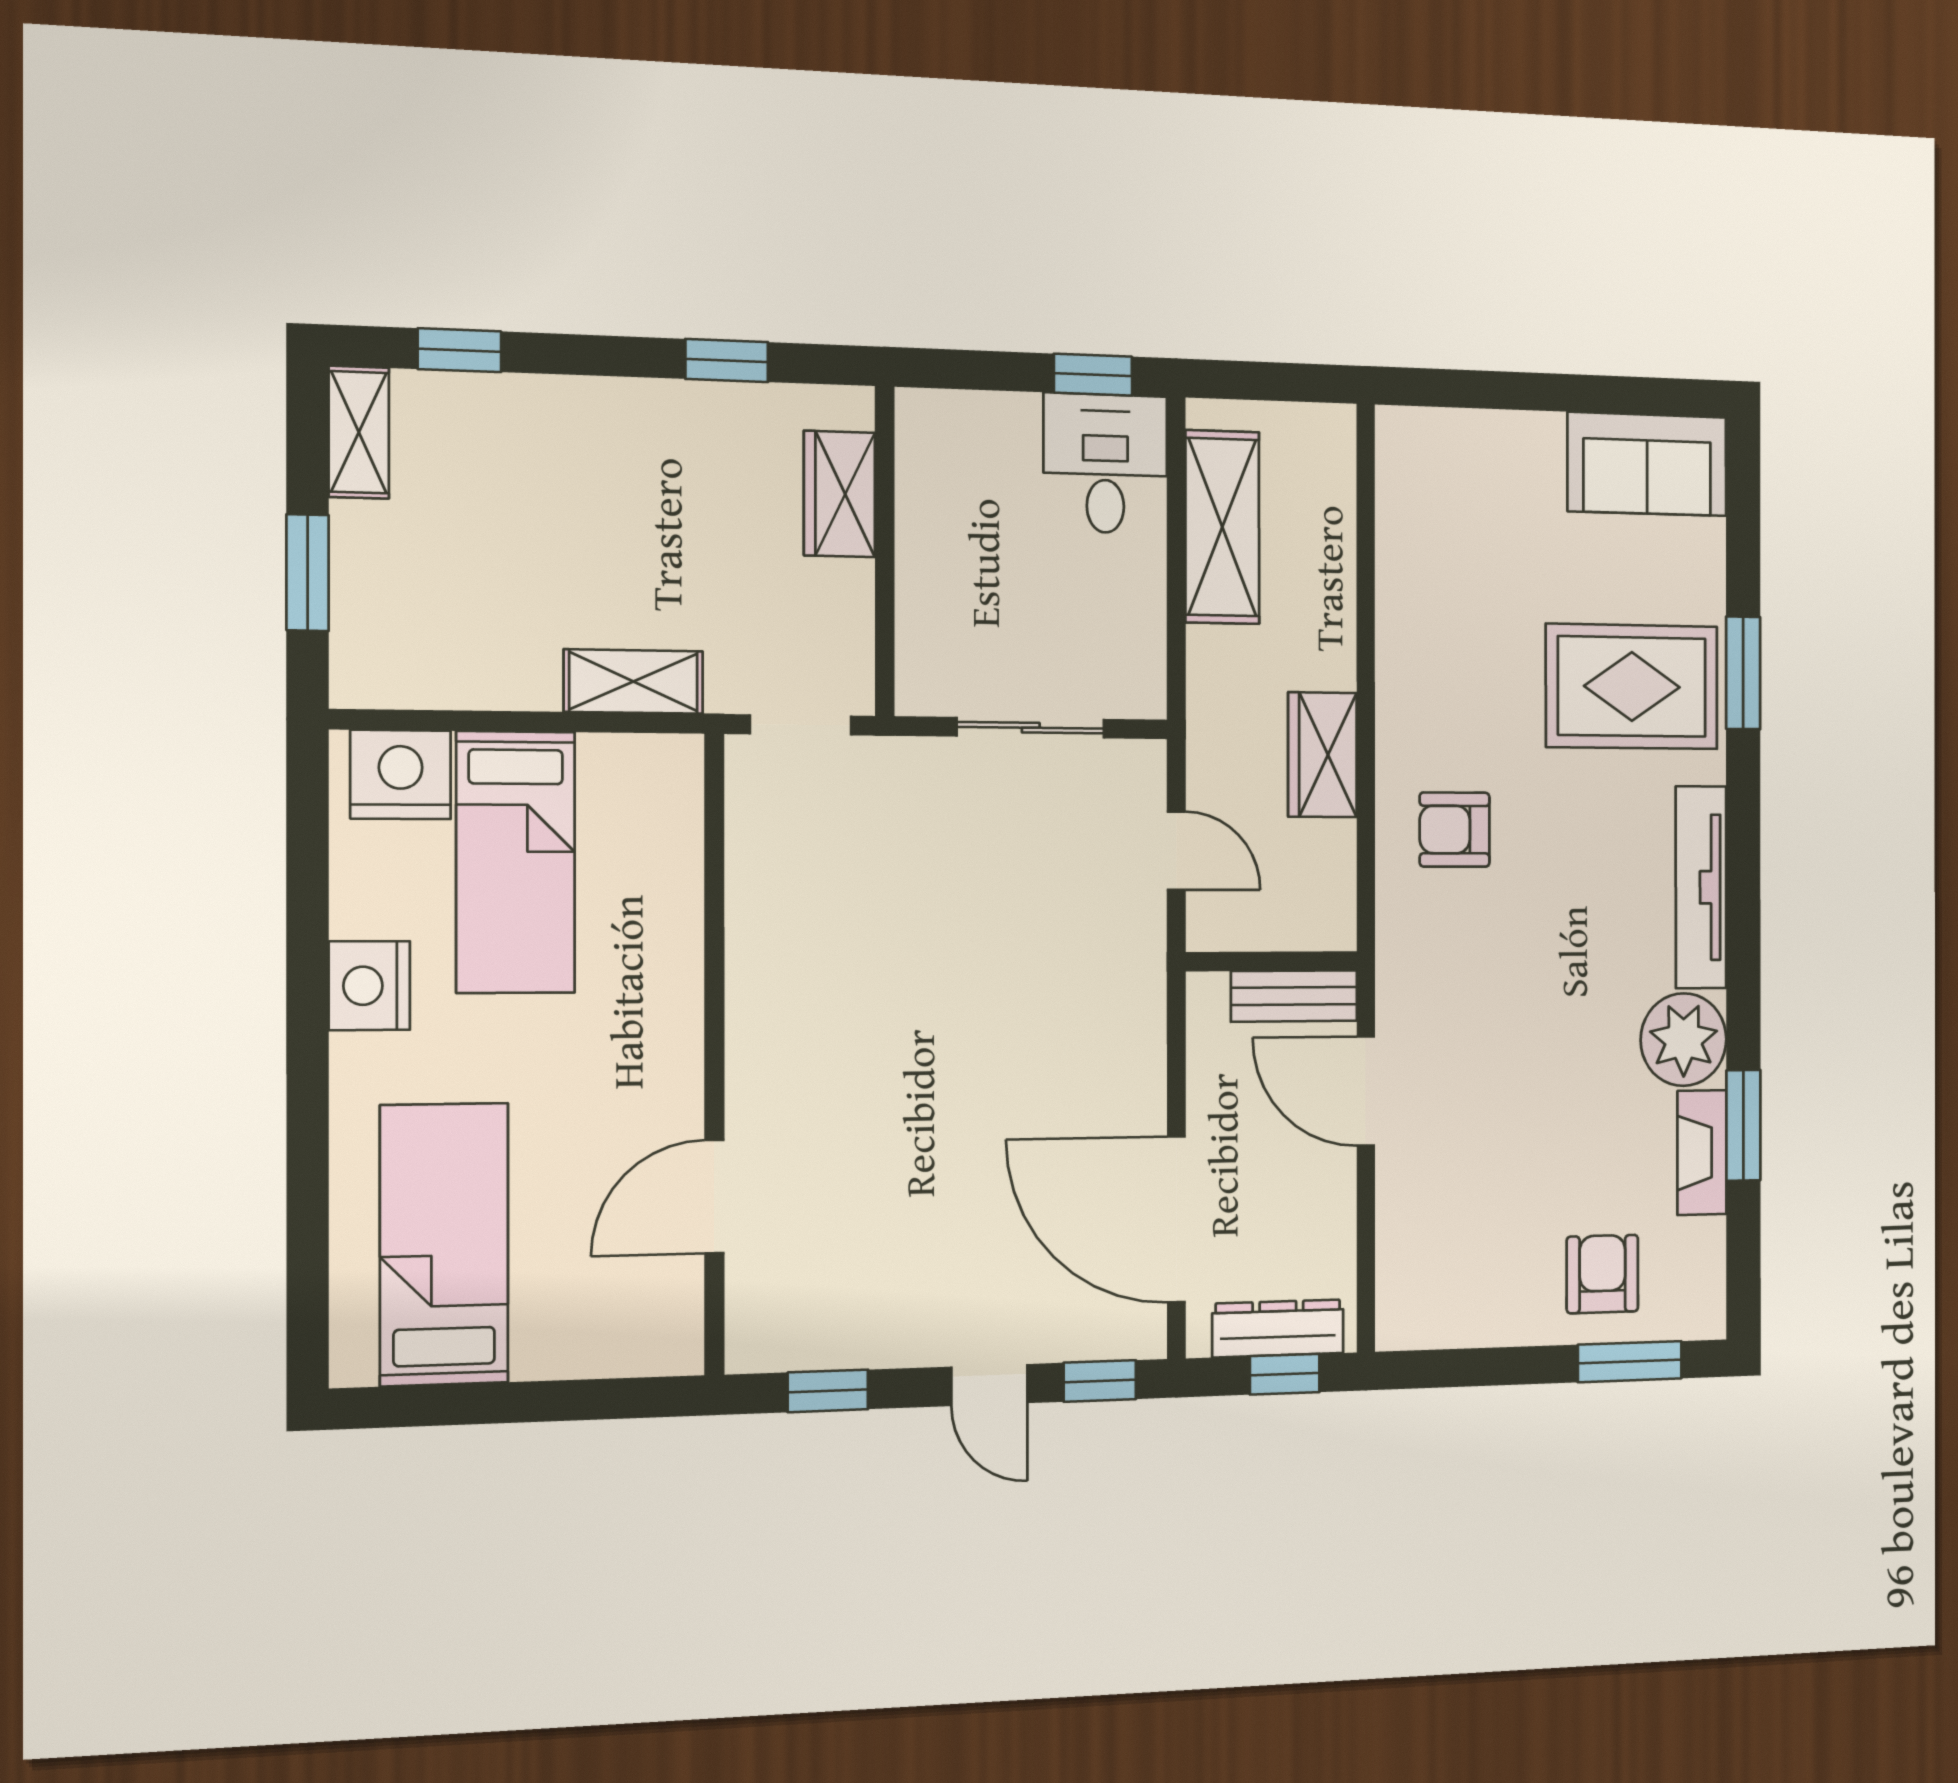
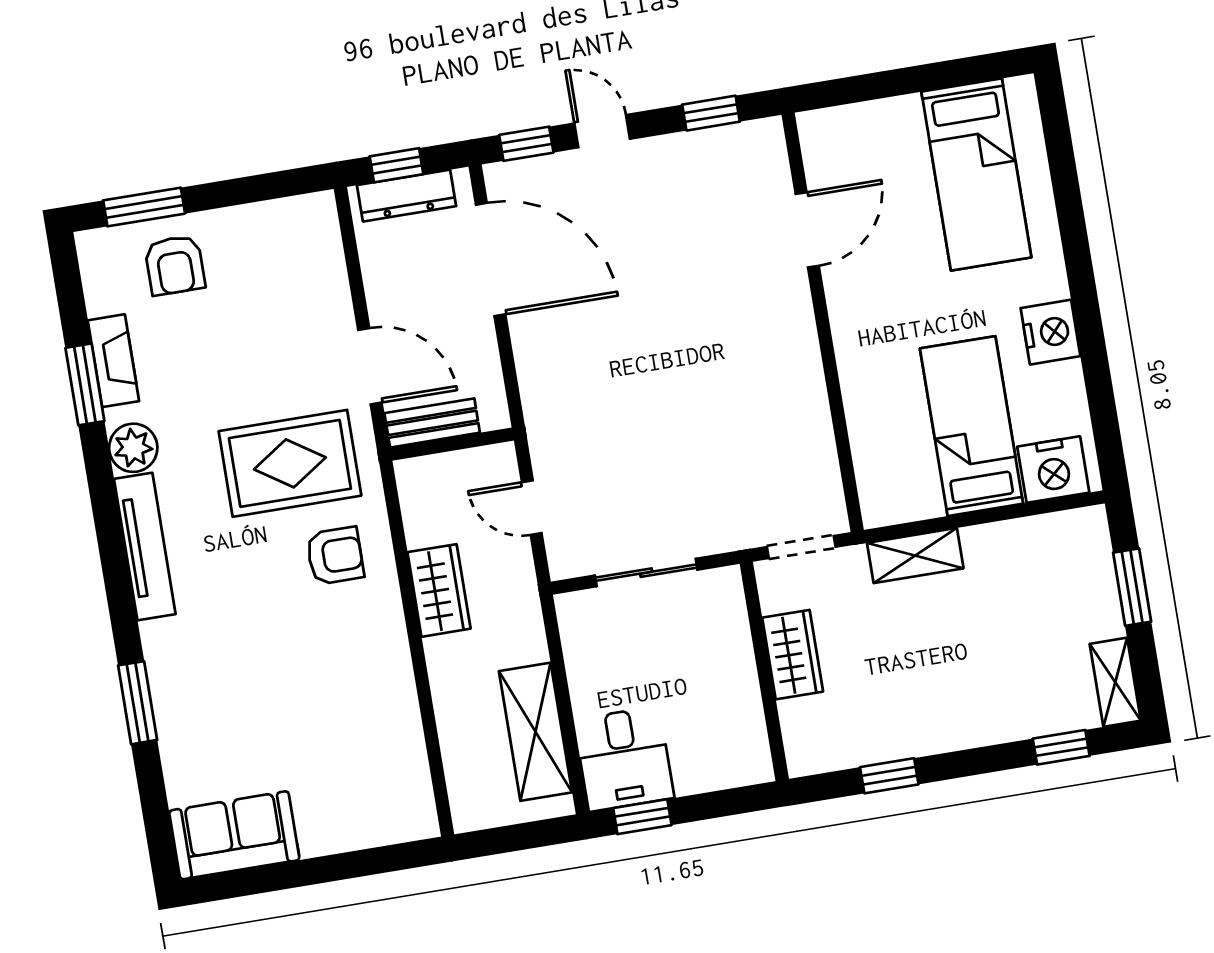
wardrobe: (840, 494) -> (793, 655), moved
rug: (1632, 687) -> (290, 463), moved
plant: (1684, 1040) -> (133, 448), width x0.73, depth x0.73

